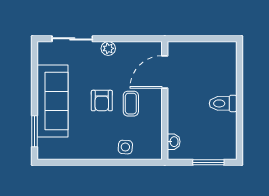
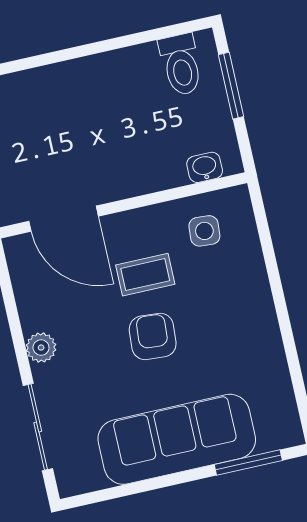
armchair: (102, 101) -> (153, 336), turned -86
toilet: (223, 103) -> (181, 65), moved
side table: (125, 147) -> (204, 231), moved

